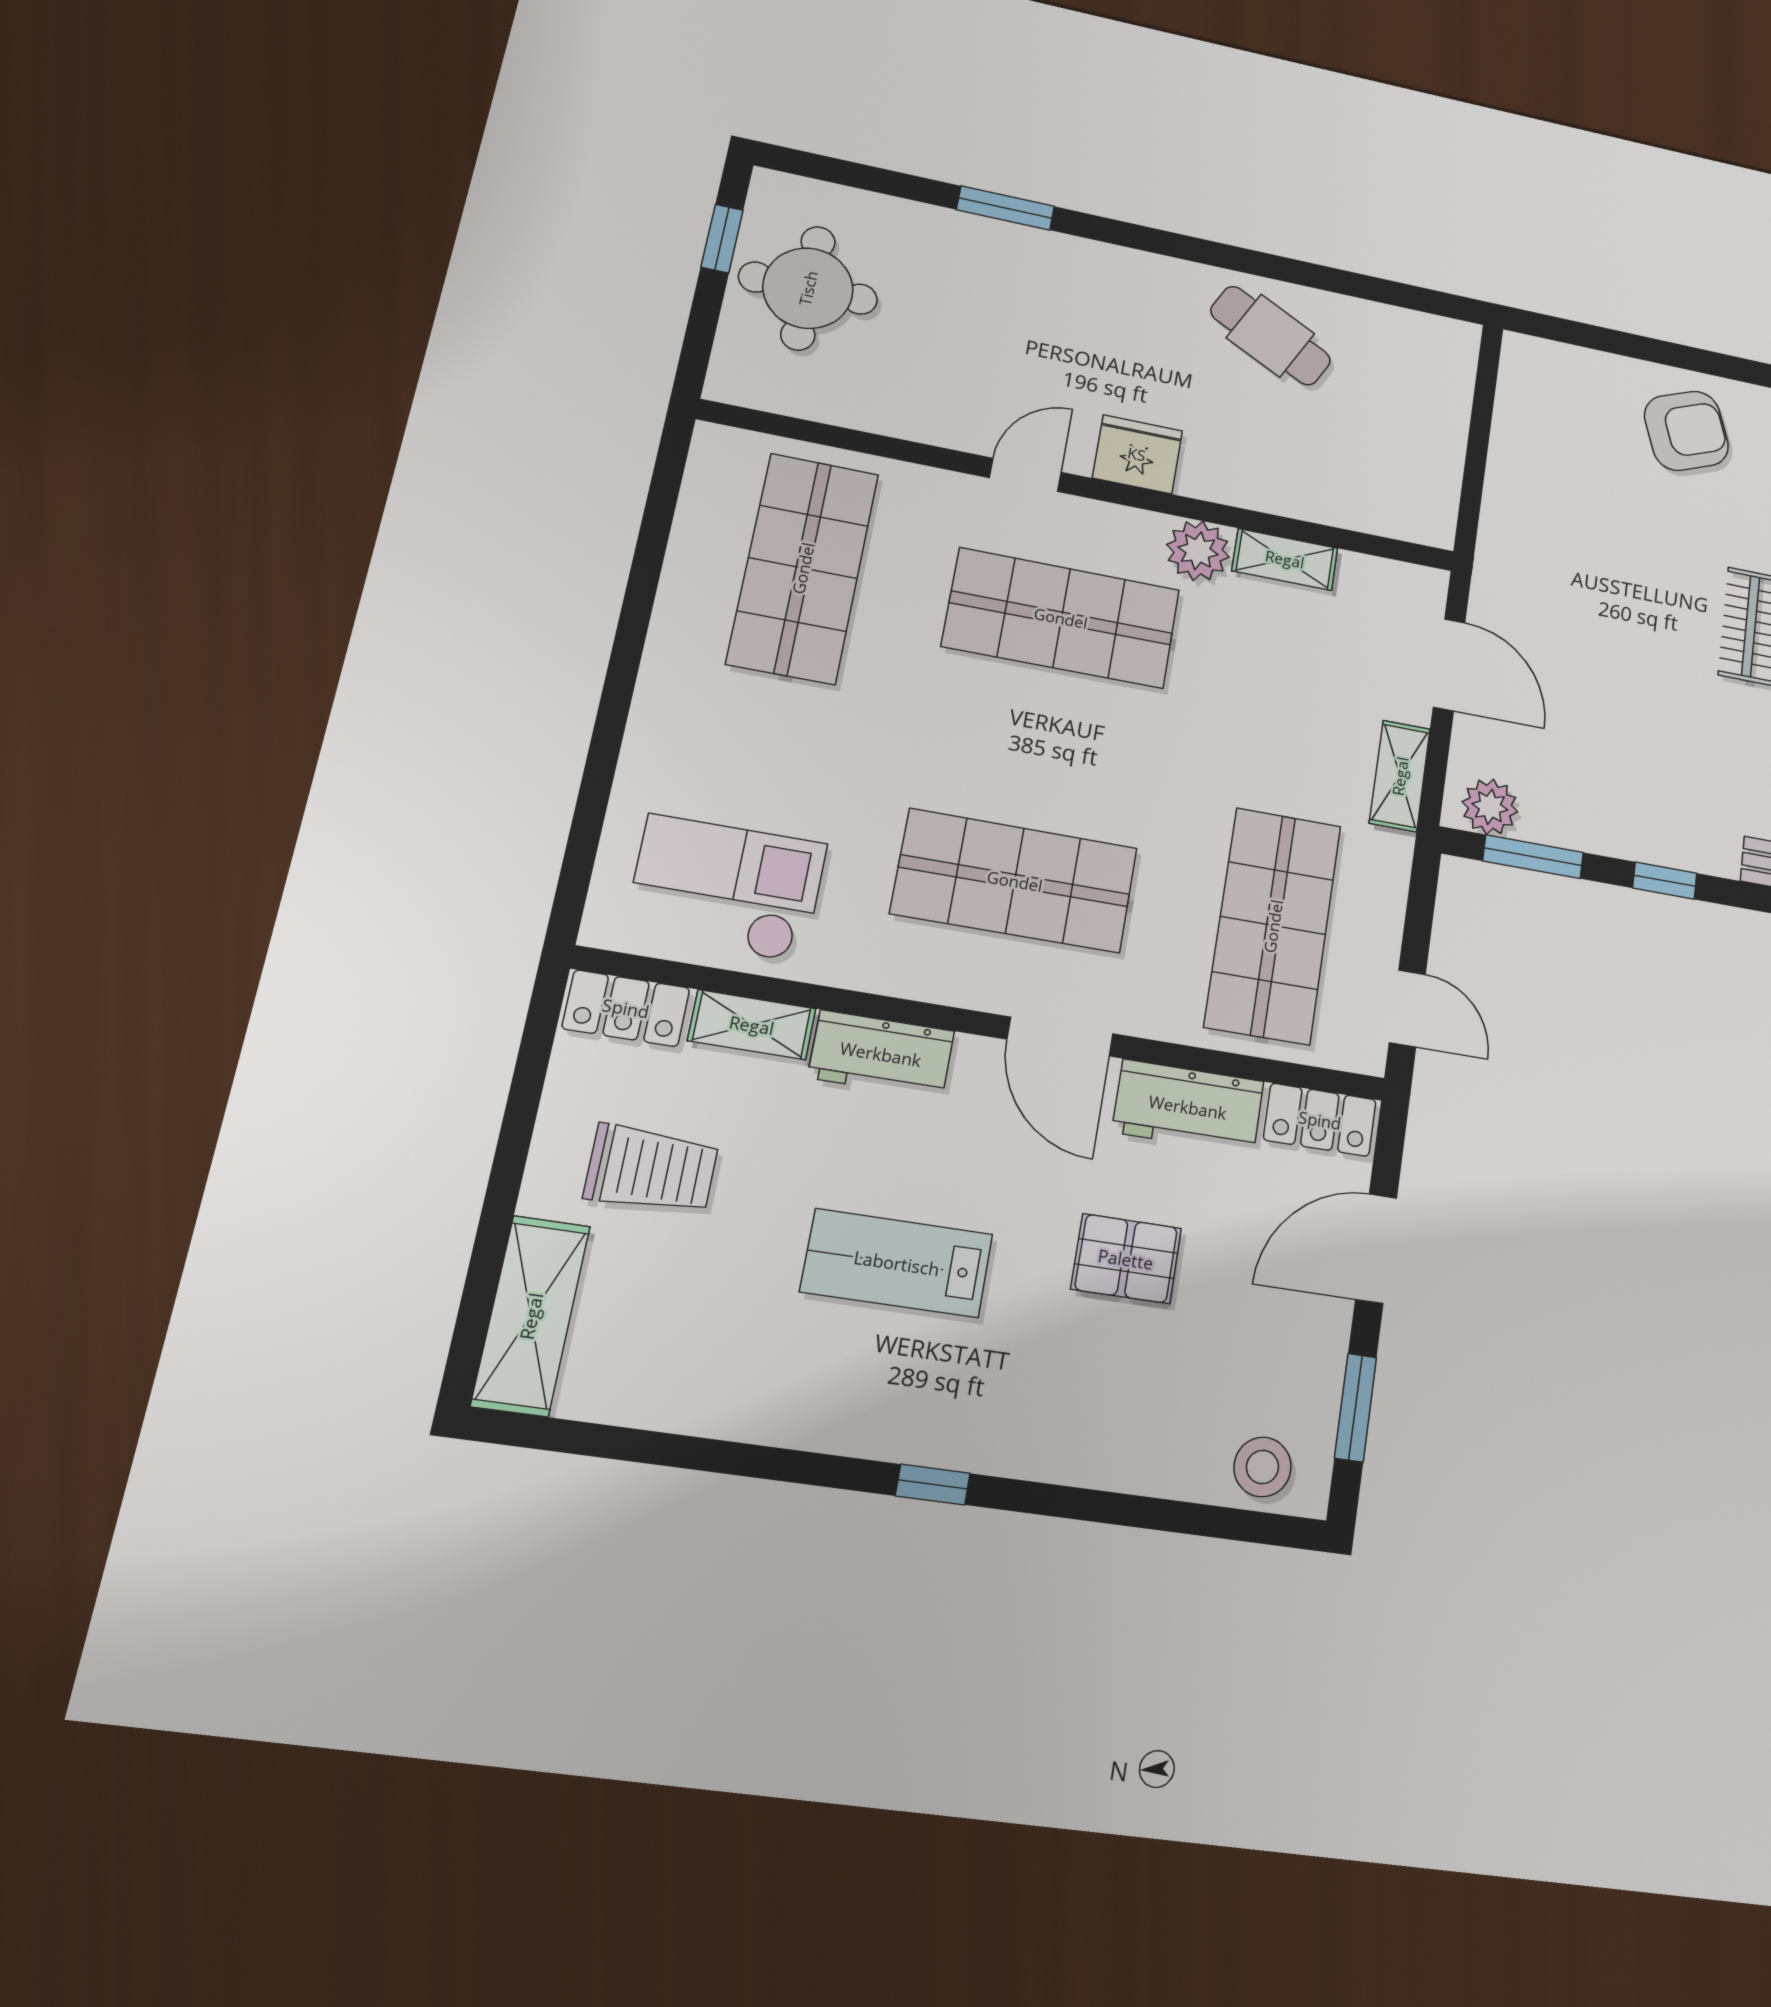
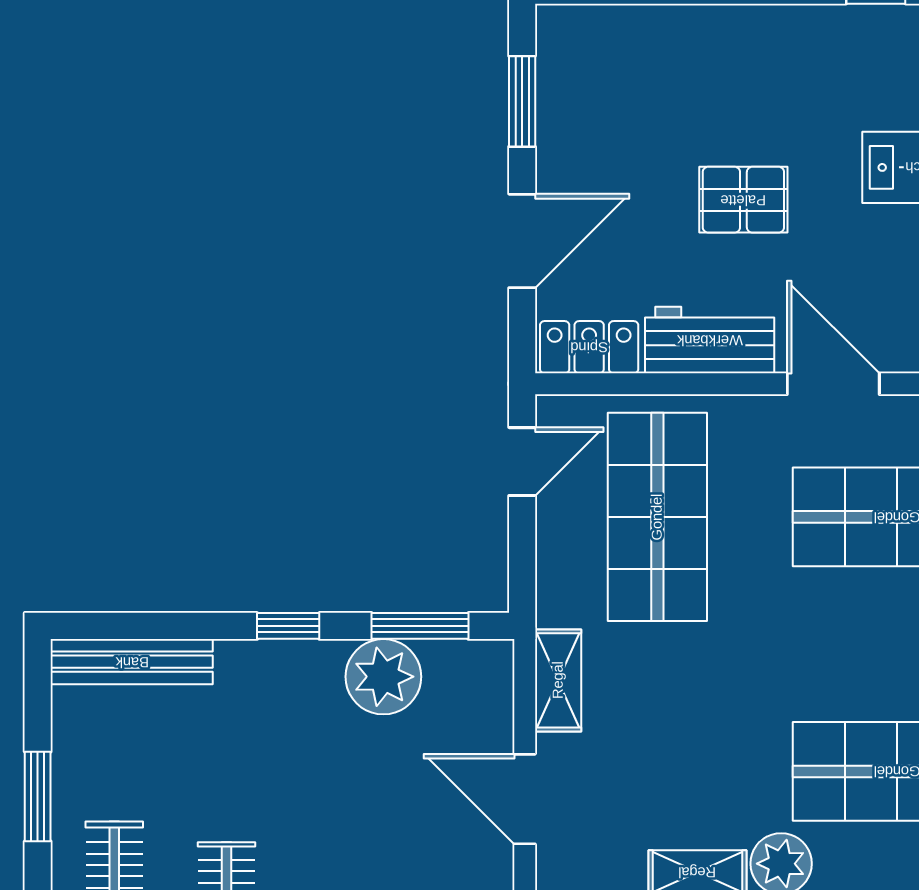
plant: (1490, 807) -> (383, 677), moved, width x1.36, depth x1.36
door: (1407, 1008) -> (522, 462), swing flipped
stool: (1262, 1467) -> (597, 41), removed

